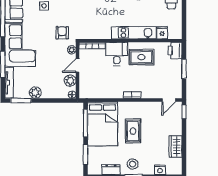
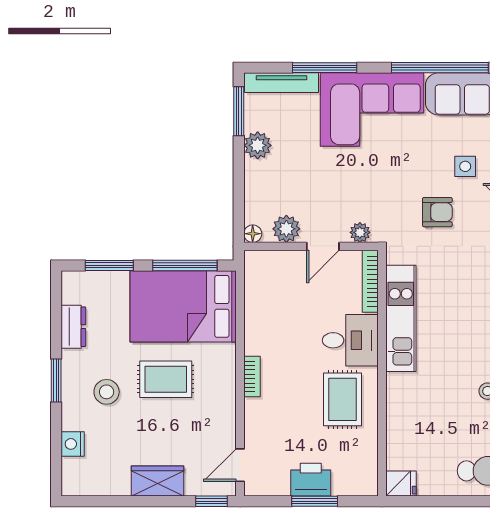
armchair: (62, 33) -> (437, 212), moved
kitchen unit: (134, 33) -> (401, 318), moved
fridge: (162, 33) -> (401, 483), moved
printer: (175, 51) -> (311, 480), moved
door: (77, 65) -> (323, 246), swing flipped
door: (169, 100) -> (240, 465), hinge flipped
wardrobe: (176, 147) -> (157, 481), moved
stool: (133, 164) -> (107, 392), moved

